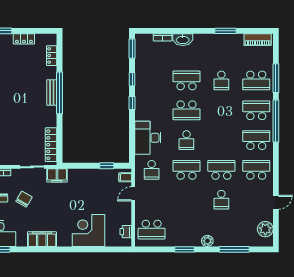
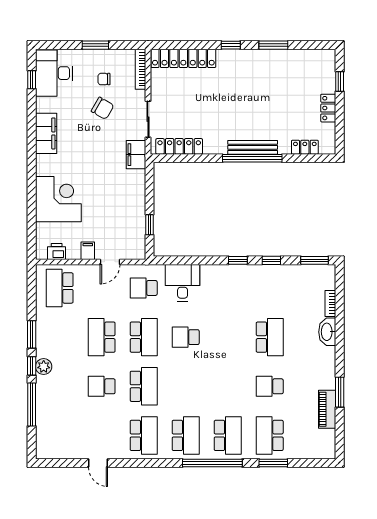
piano: (258, 40) -> (327, 409), moved
window: (276, 78) -> (273, 463), width x0.69
bench: (52, 93) -> (253, 147), width x1.36
school desk: (186, 110) -> (102, 337), moved
desk: (148, 138) -> (183, 283), width x0.73
filing cabinet: (125, 177) -> (88, 251), moved
door: (133, 194) -> (110, 262), swing flipped
plant: (265, 229) -> (60, 448), removed
window: (207, 249) -> (32, 366), added

